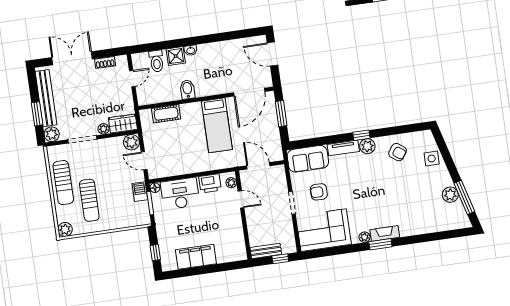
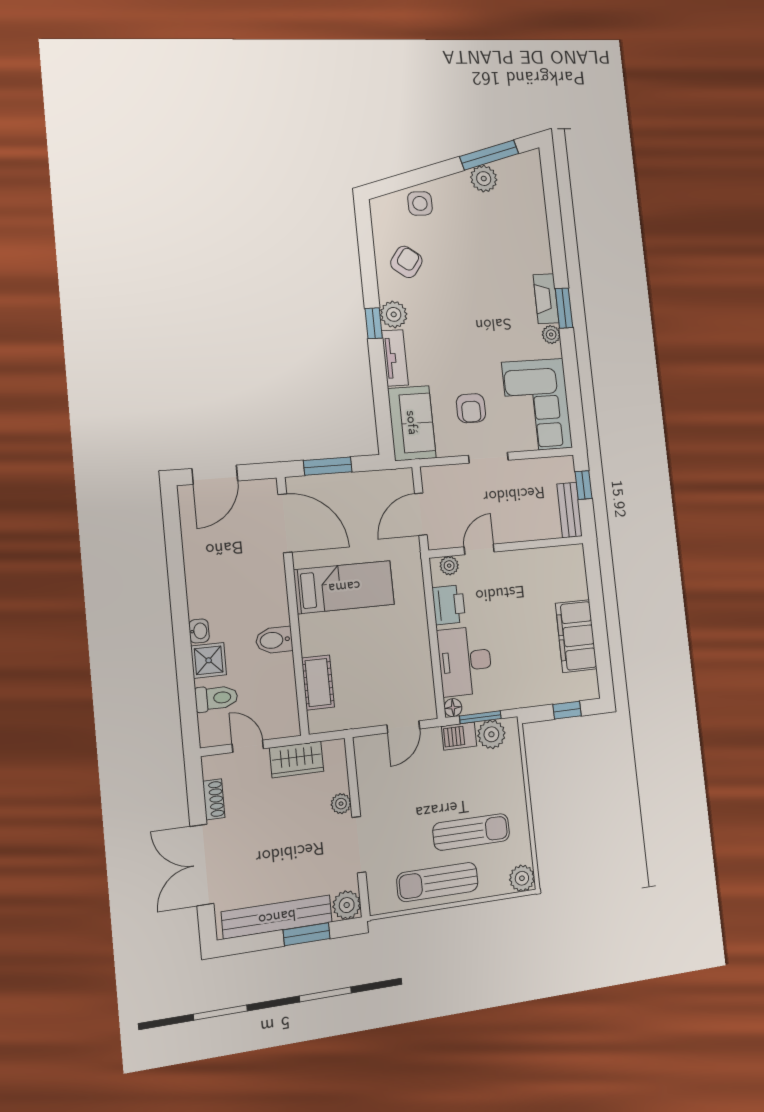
wardrobe: (123, 124) -> (297, 759), moved, turned -90
plant: (131, 142) -> (491, 734), moved
sun lounger: (63, 183) -> (437, 882), turned 180

